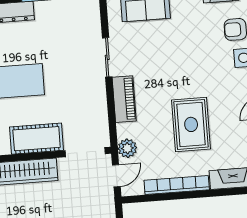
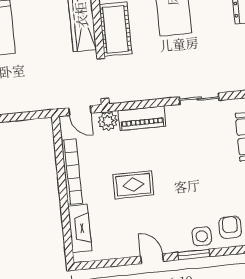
piano: (124, 99) -> (142, 118), moved
rug: (191, 124) -> (133, 185), width x0.73, depth x0.70

